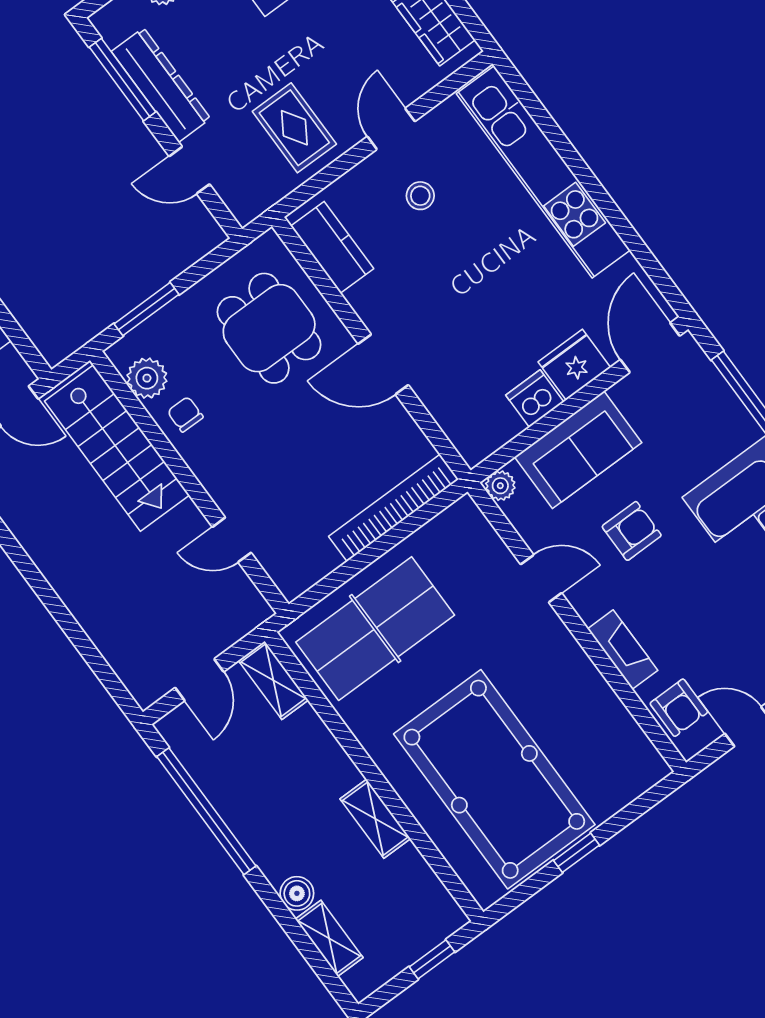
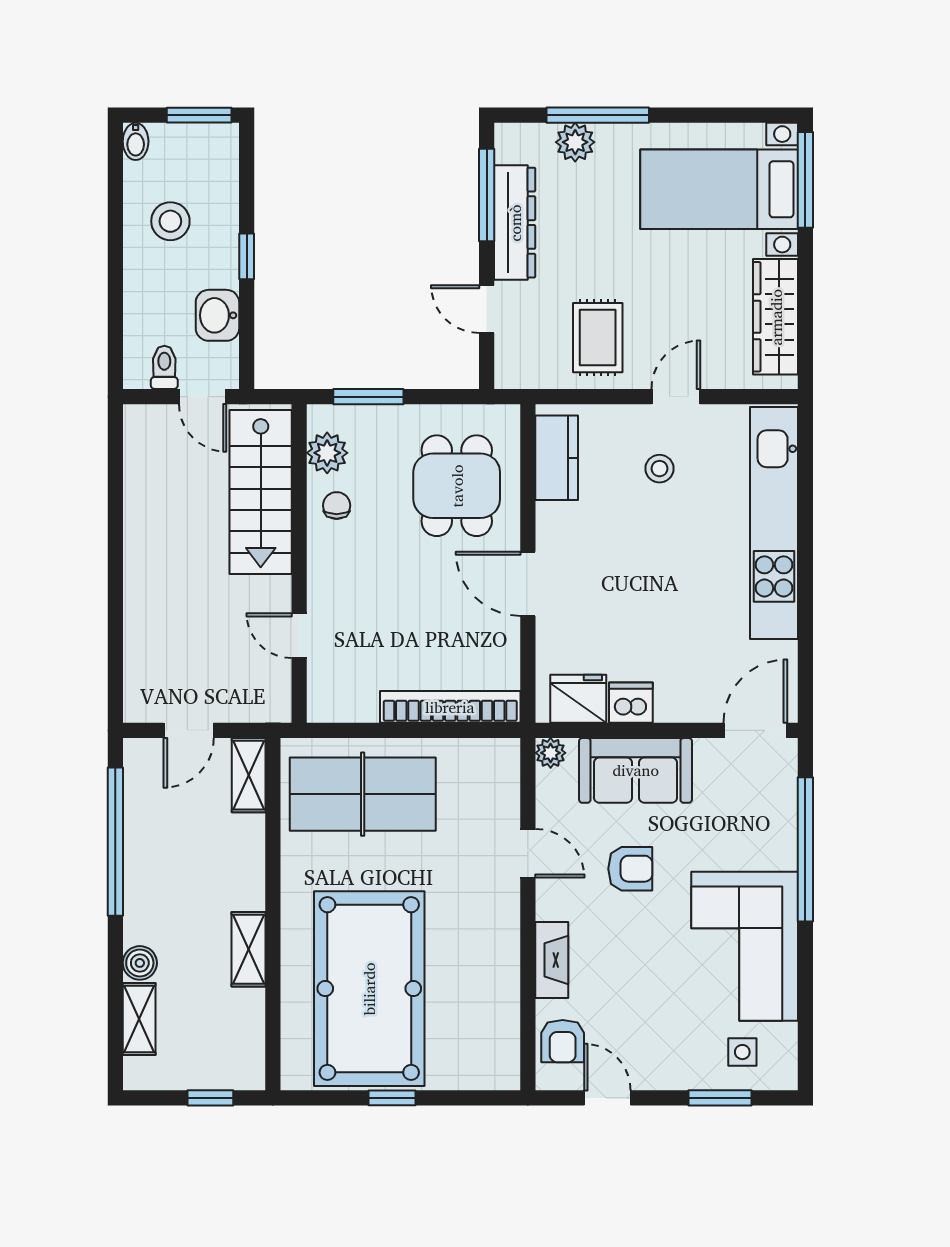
fridge: (574, 365) -> (578, 699), moved

